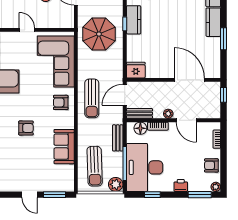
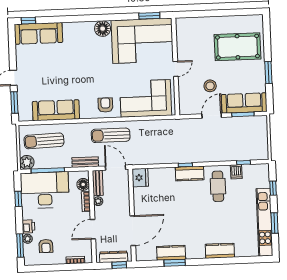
kitchen counter: (213, 22) -> (171, 253), moved
parasol: (99, 34) -> (174, 140), removed
dresser: (215, 100) -> (114, 257), added
plant: (168, 114) -> (98, 201), moved
armchair: (26, 128) -> (79, 72), removed
bench: (118, 138) -> (85, 162), moved
sofa: (64, 147) -> (56, 110), width x1.36
armchair: (211, 165) -> (46, 246), moved, turned 180
plant: (216, 187) -> (28, 239), moved

